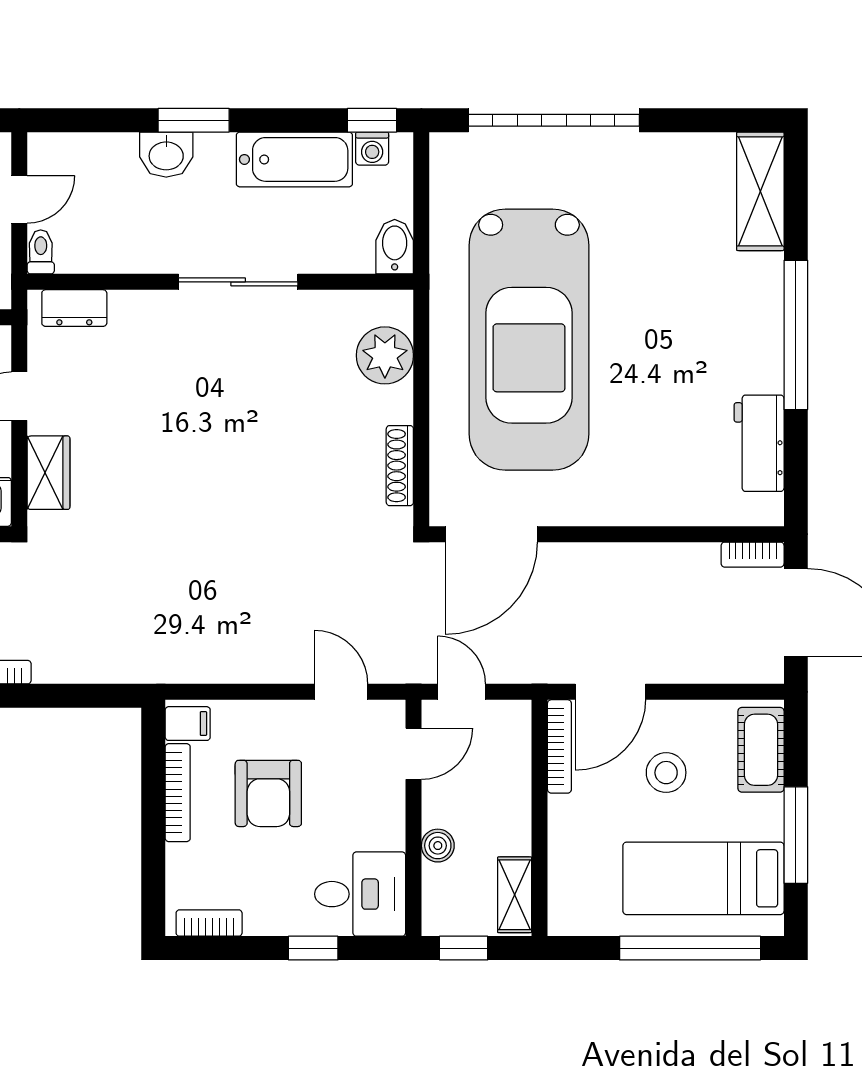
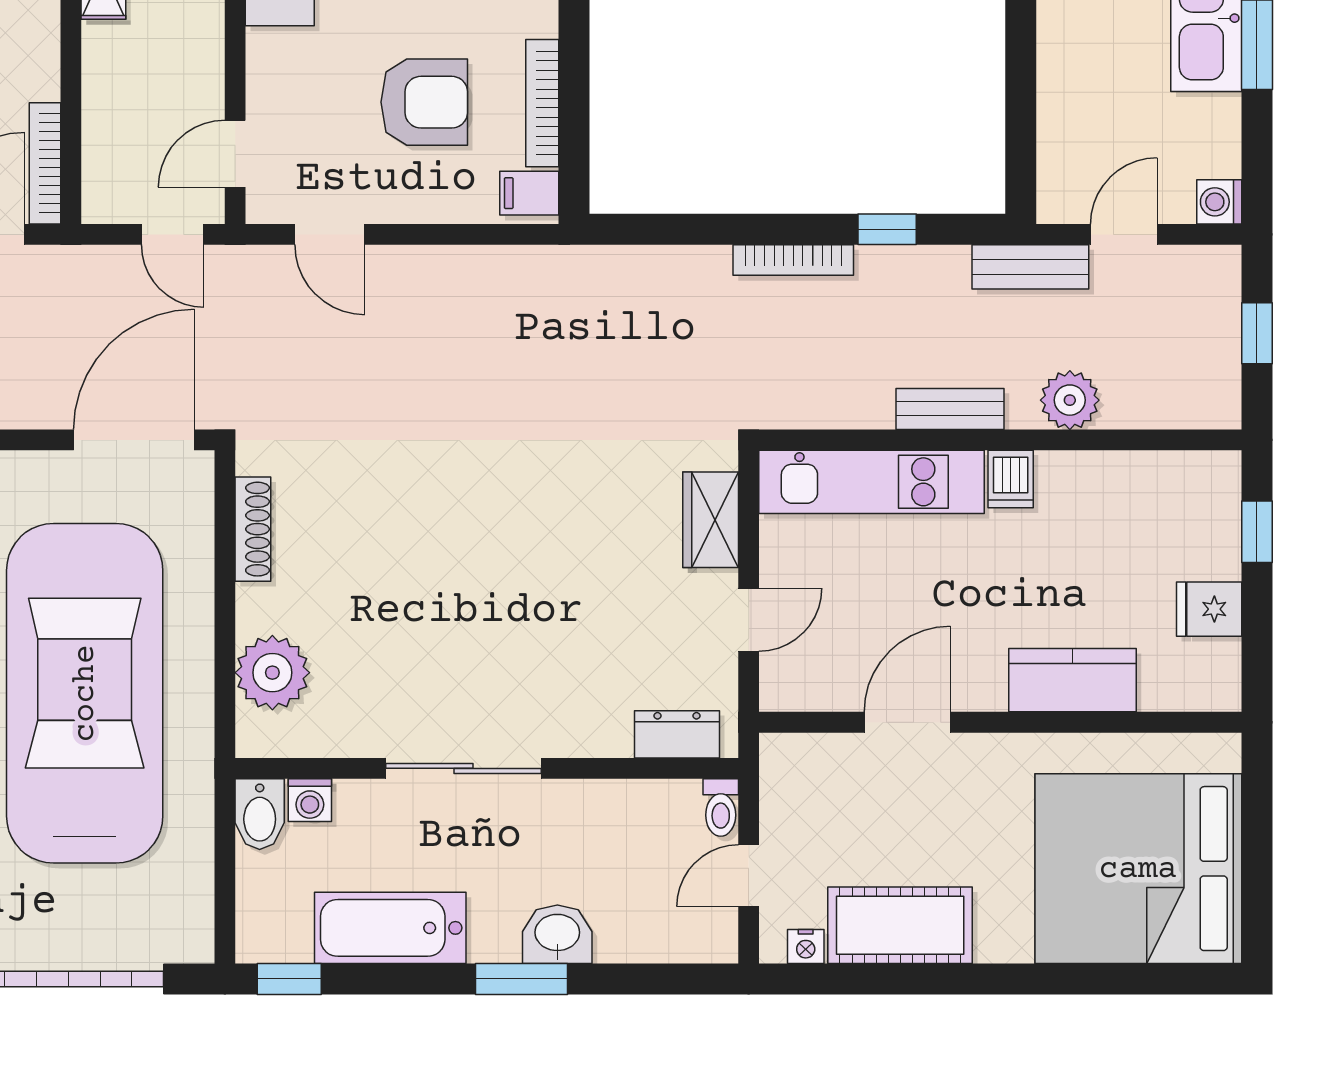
washing machine: (372, 149) -> (310, 800), moved, turned 180
armchair: (268, 793) -> (424, 102), turned 90
boiler: (438, 846) -> (203, 34), removed

